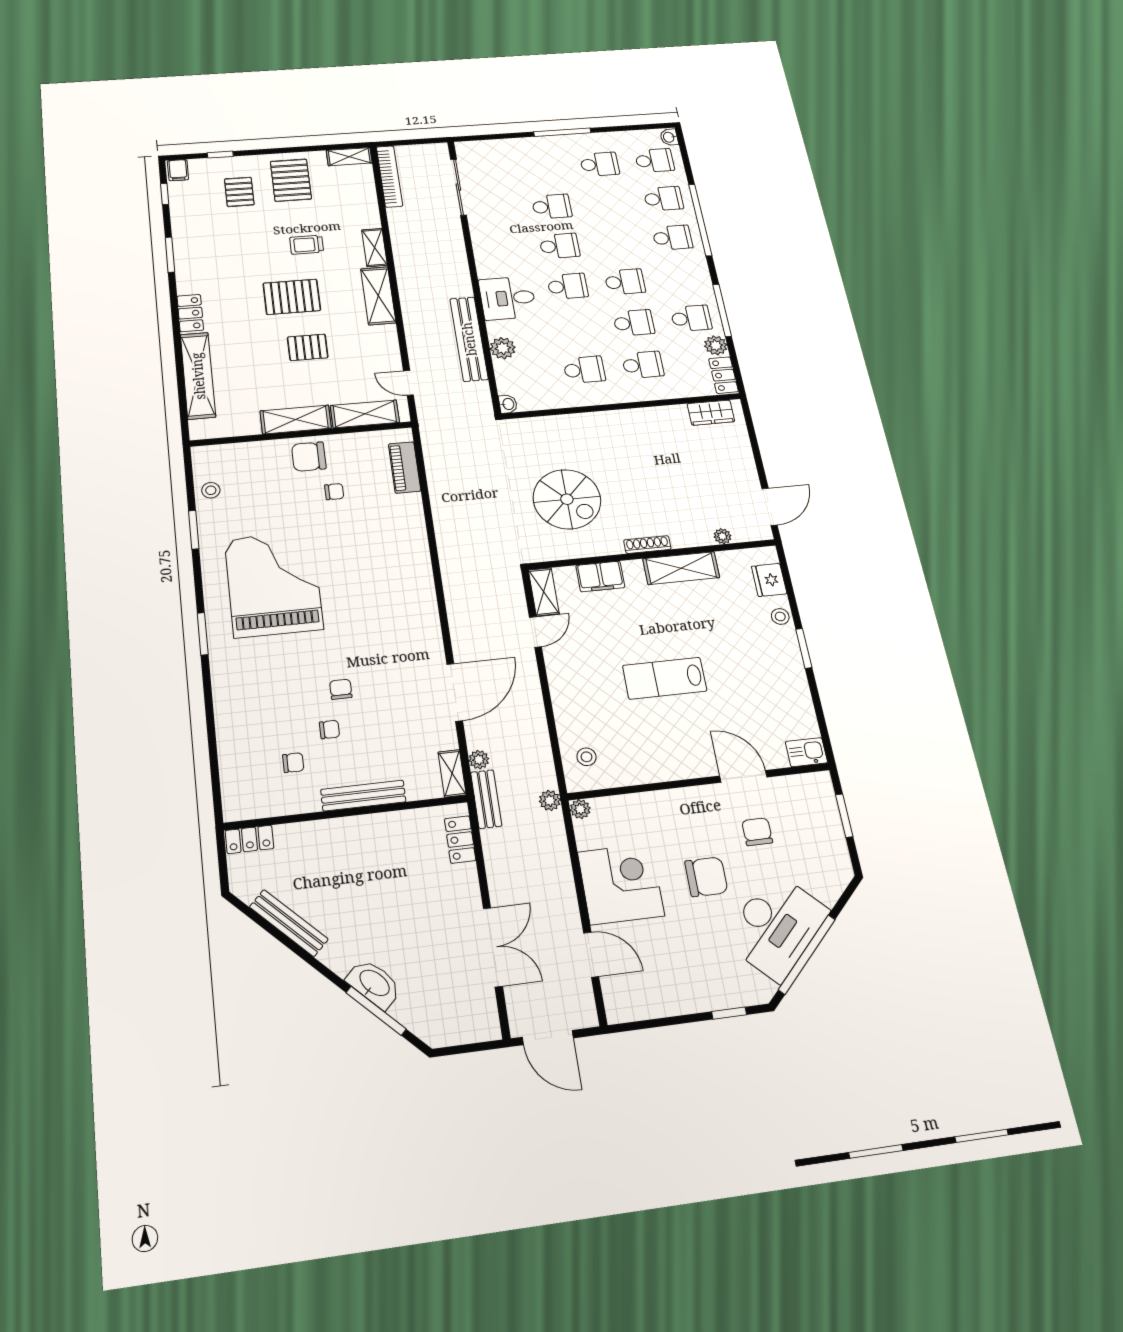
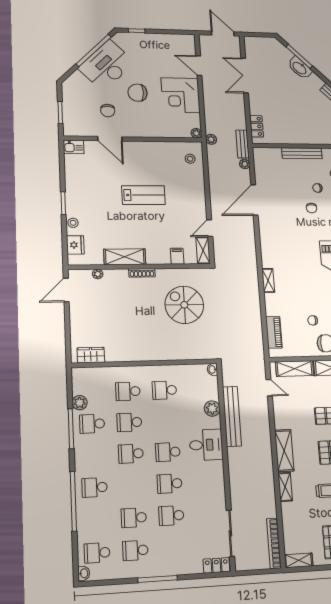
school desk: (663, 199) -> (134, 518), moved
locker: (723, 375) -> (216, 565), moved, turned -90
filing cabinet: (600, 576) -> (177, 256), width x0.50
shelving: (452, 773) -> (268, 280), moved

